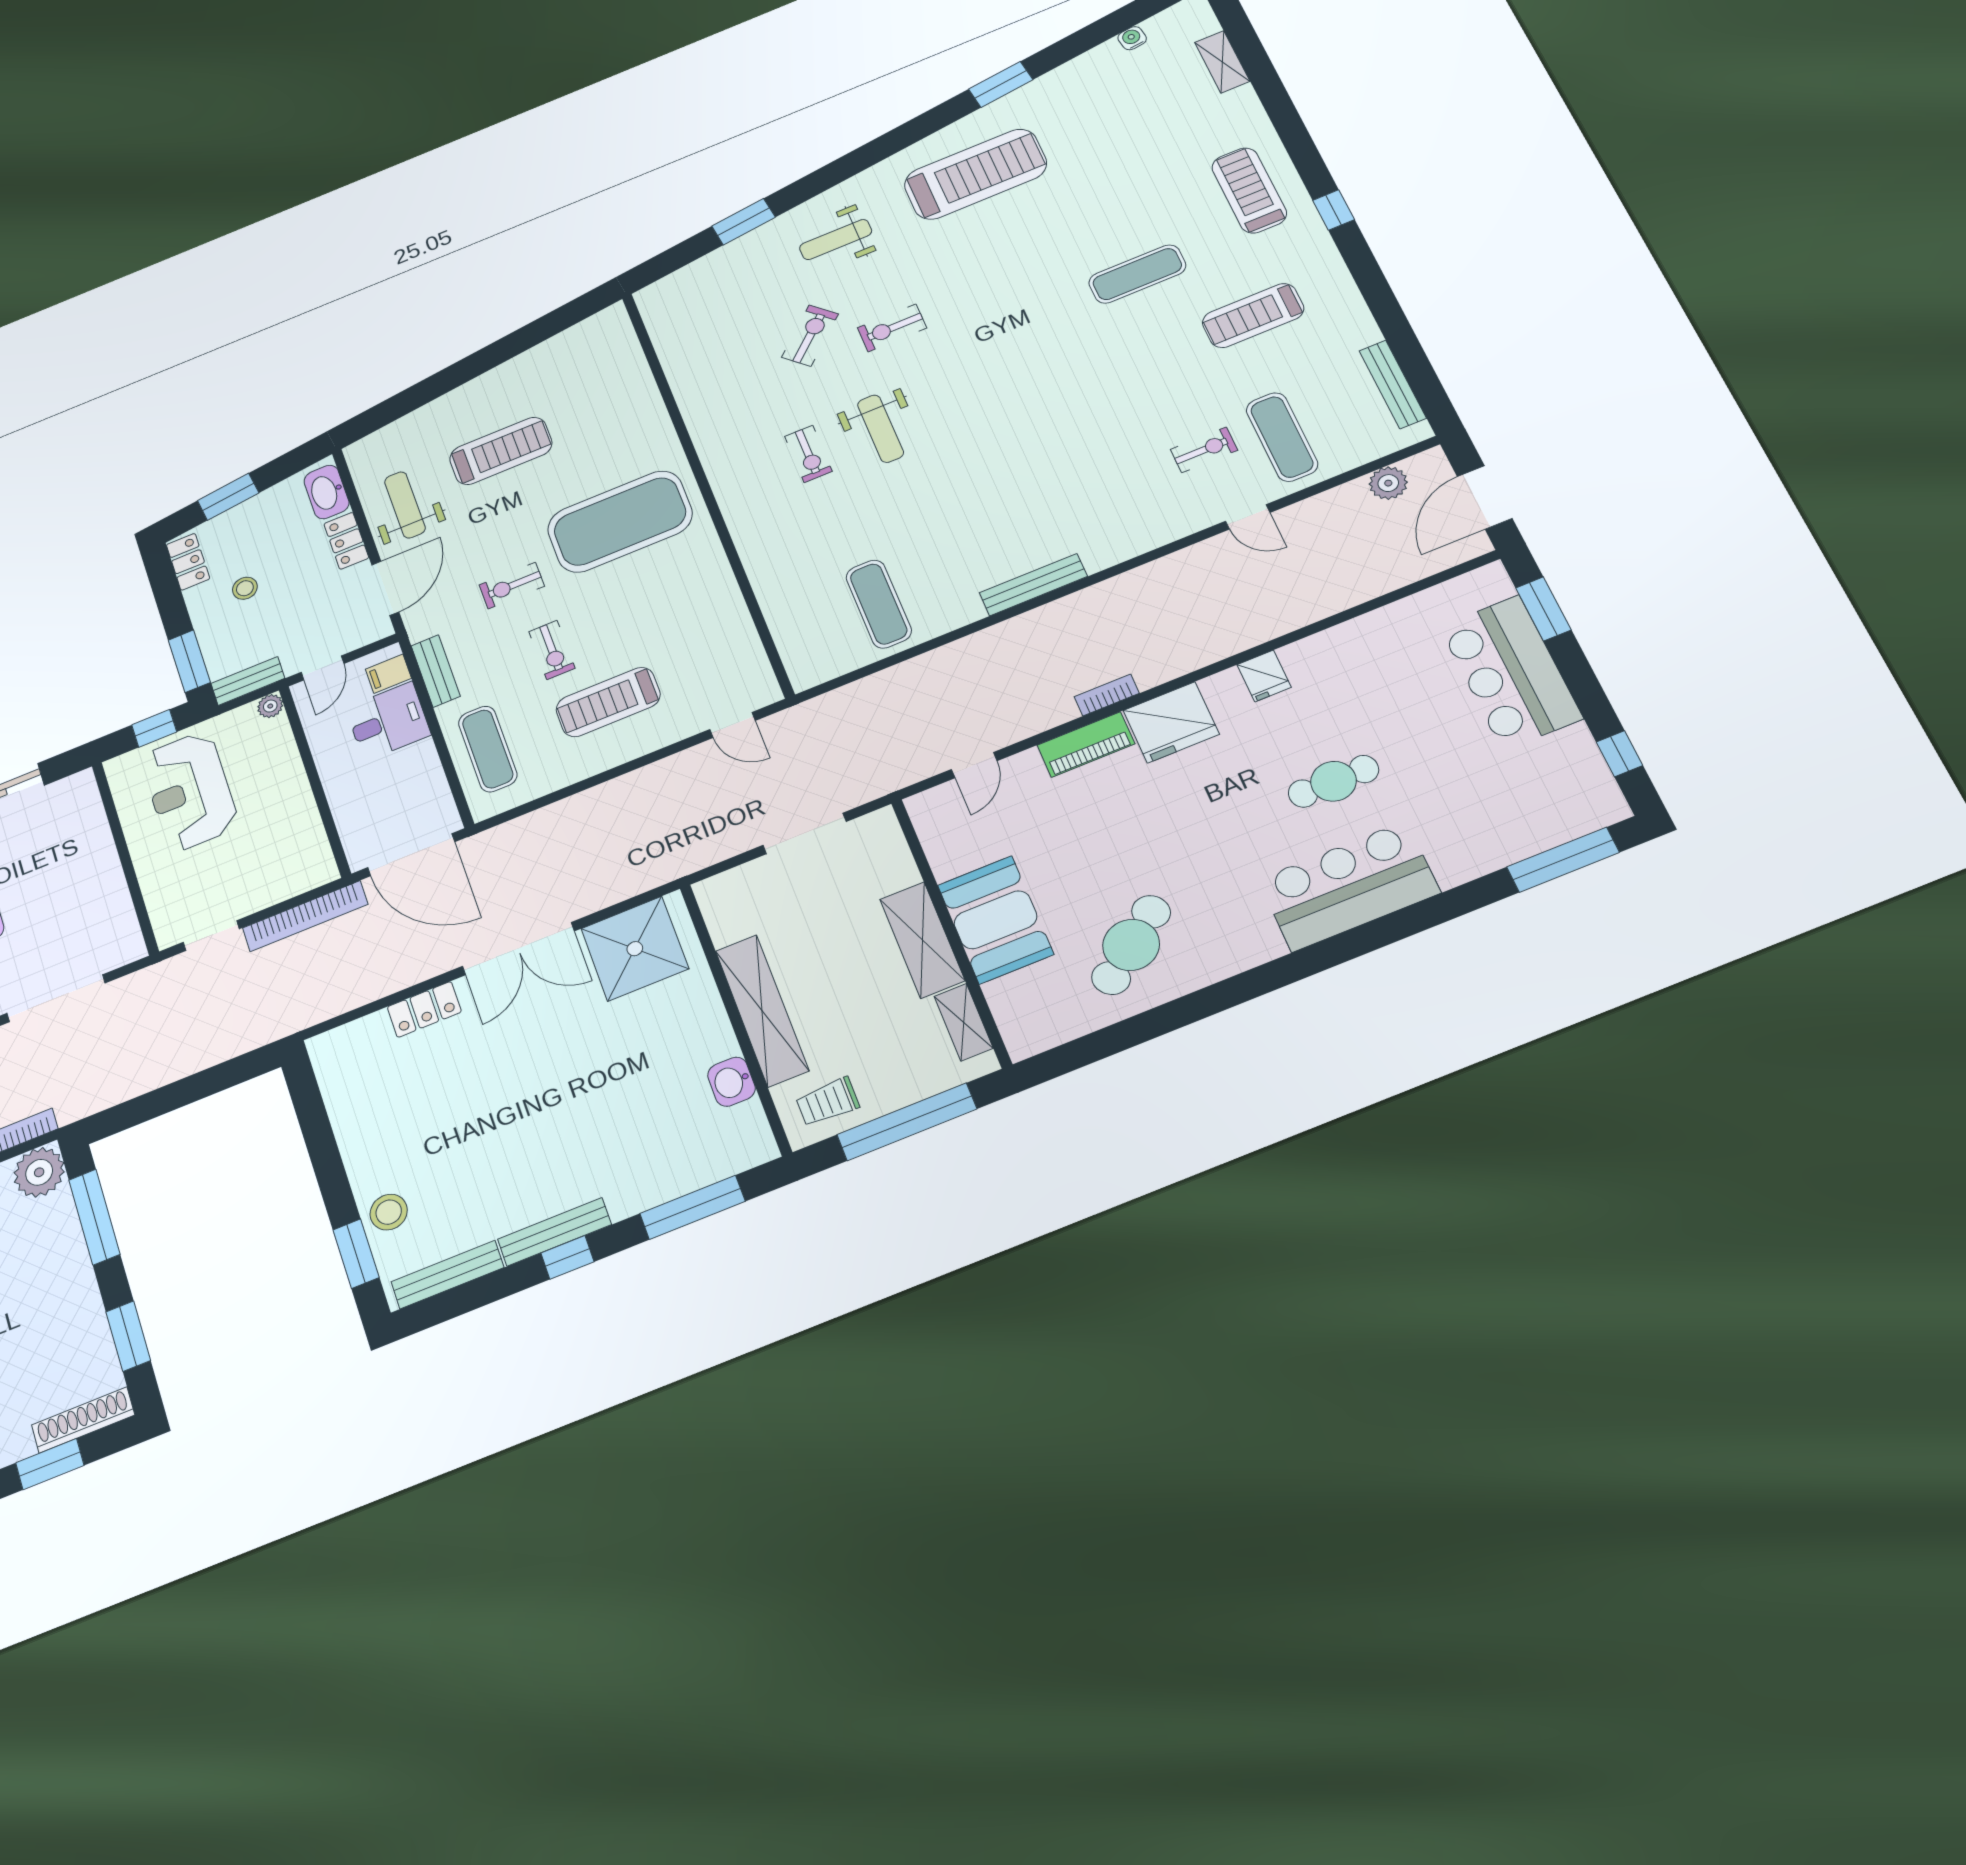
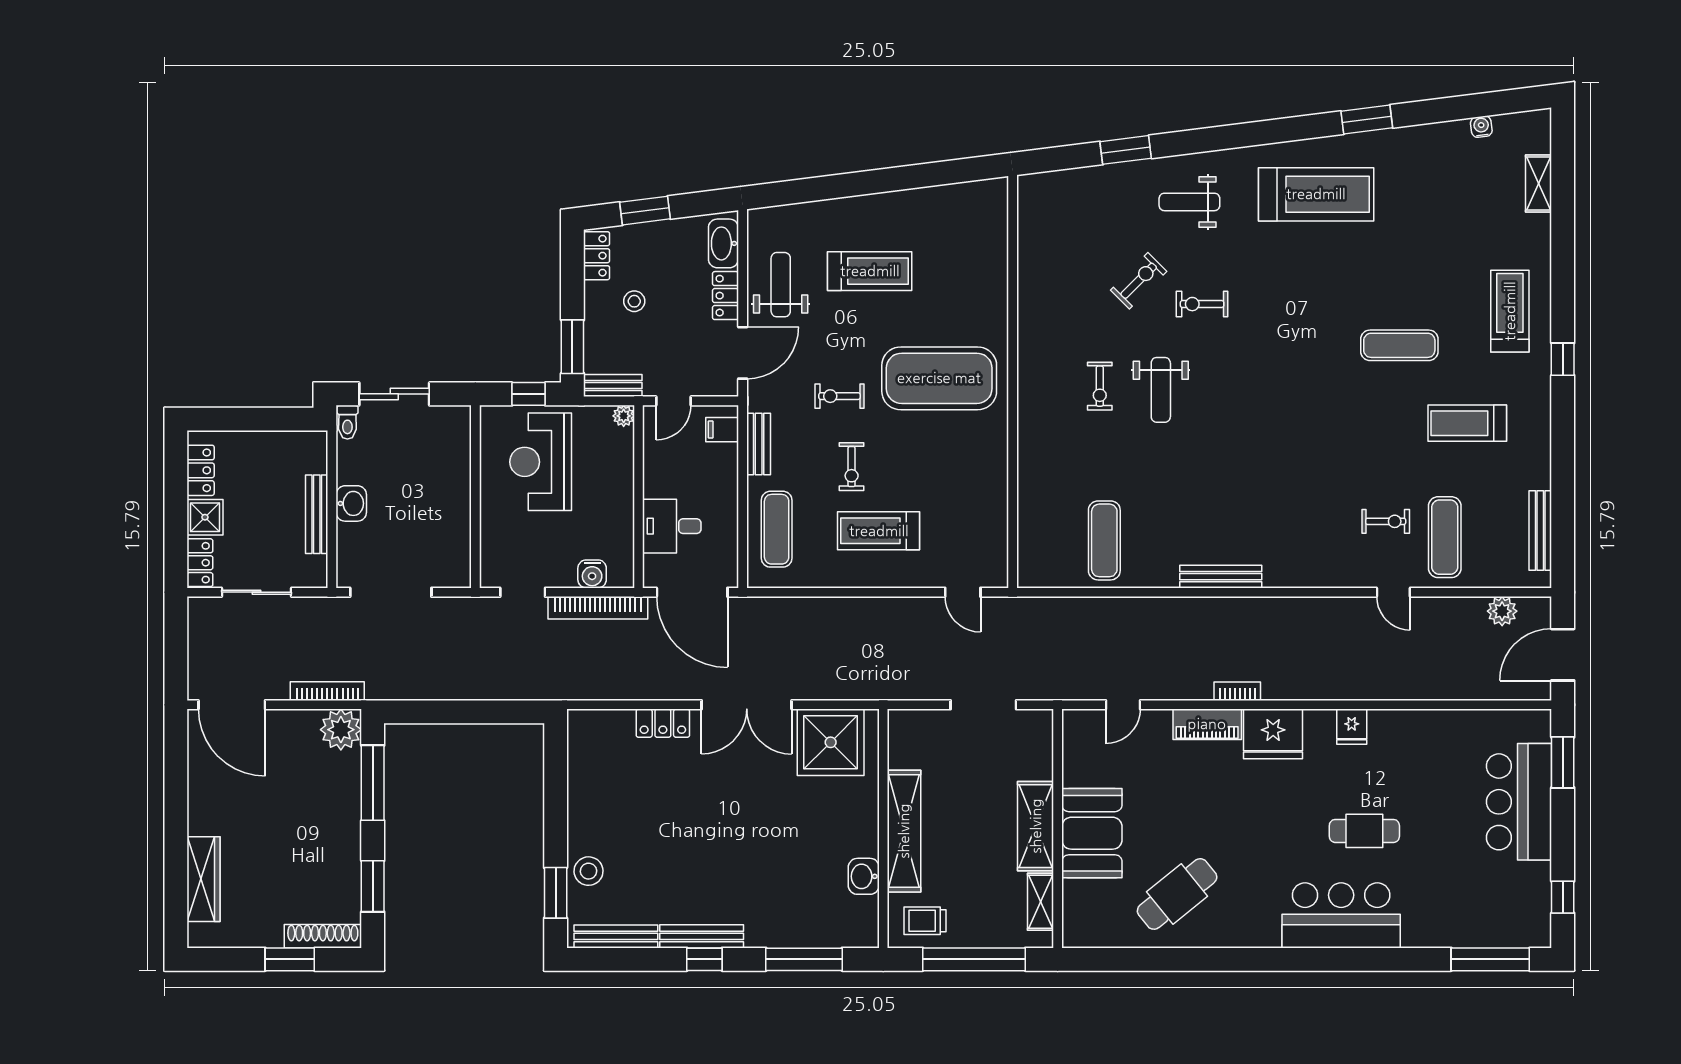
desk: (388, 721) -> (672, 526), moved, turned 180
water cooler: (287, 883) -> (592, 574), added

